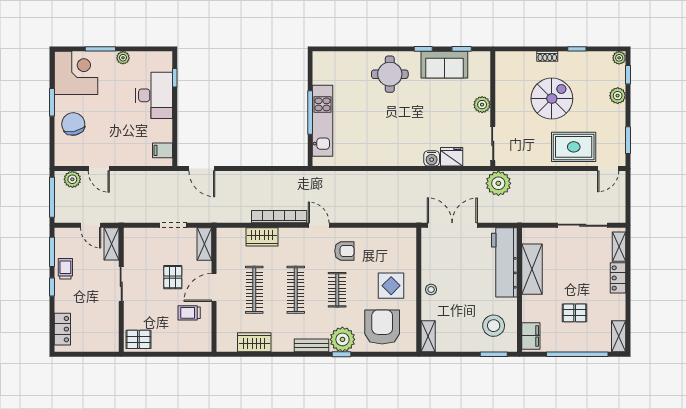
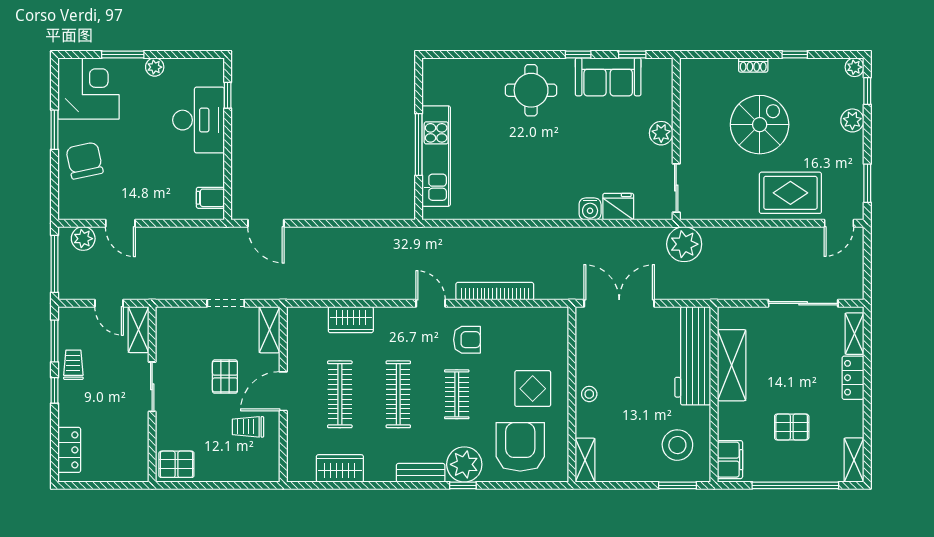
bookcase: (279, 217) -> (495, 291), moved

